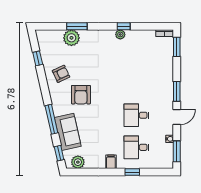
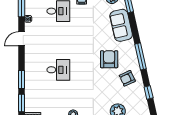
window: (177, 91) -> (22, 79), moved
desk: (136, 115) -> (58, 70), moved
window: (51, 119) -> (141, 56), moved

